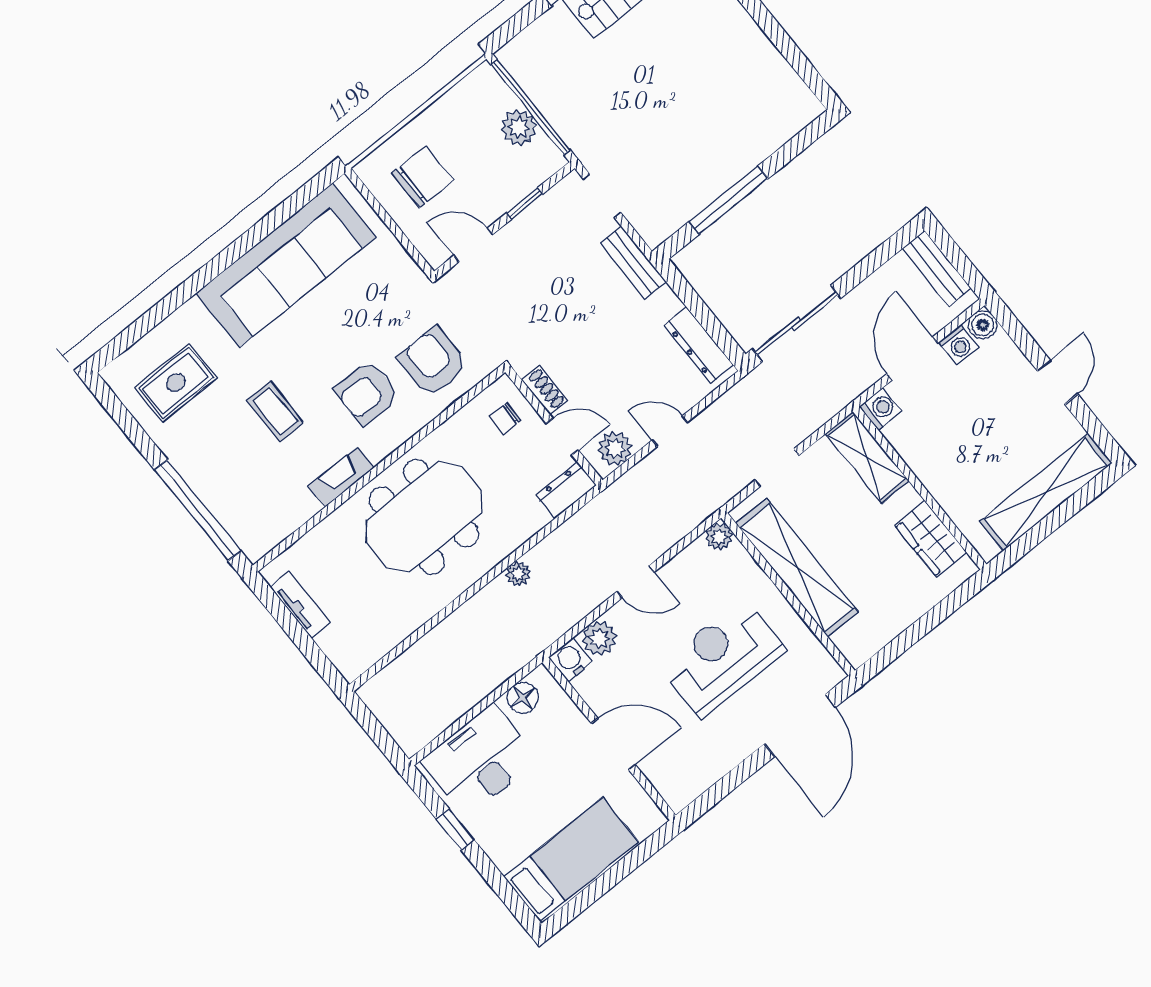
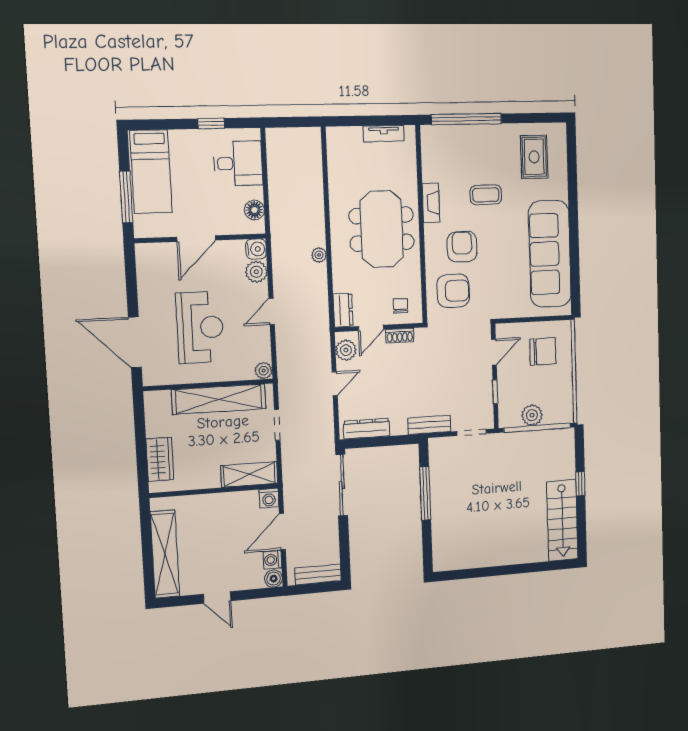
chair: (423, 177) -> (543, 351), turned -90
door: (912, 359) -> (282, 532), swing flipped
wardrobe: (931, 539) -> (160, 459), moved, turned 90
desk: (480, 761) -> (238, 163), width x0.73
window: (625, 866) -> (126, 197), added

